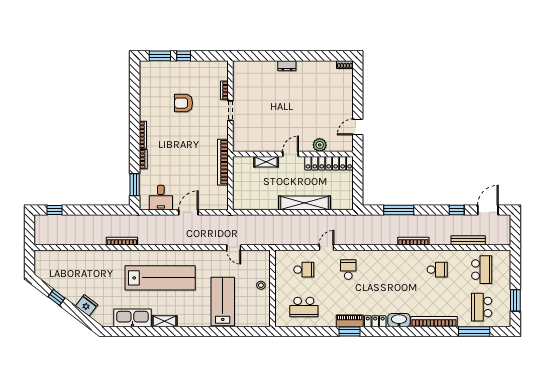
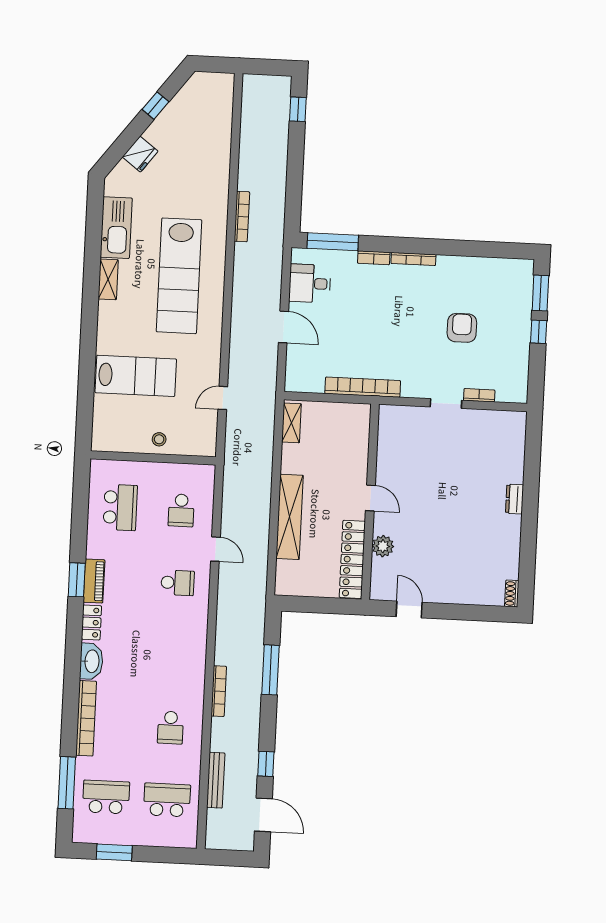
shelving: (266, 162) -> (291, 423), moved
window: (135, 185) -> (333, 242), width x1.44
school desk: (482, 270) -> (167, 800), turned 180
school desk: (304, 307) -> (120, 507), turned 180

